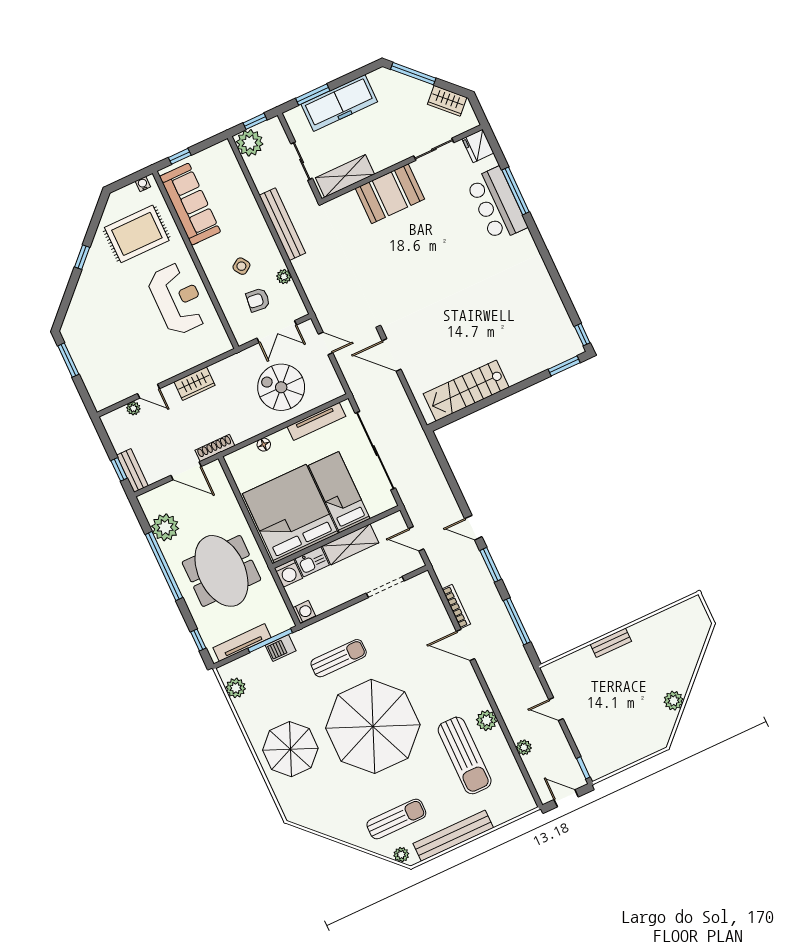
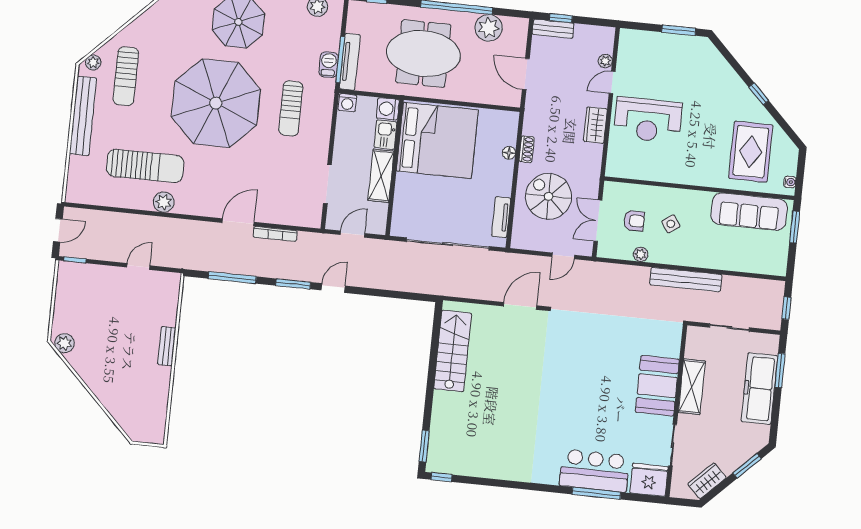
window: (413, 74) -> (747, 466), width x0.69
plant: (250, 143) -> (771, 293), removed
fridge: (478, 146) -> (649, 480), width x1.36, depth x1.34
window: (180, 156) -> (795, 227), width x1.50
shelving: (345, 176) -> (692, 387), moved
reception desk: (178, 299) -> (648, 120), moved
armchair: (258, 300) -> (634, 221), turned 84
spiral stairs: (281, 387) -> (549, 196), turned -90
tv unit: (316, 421) -> (501, 217), width x0.71
shoe rack: (215, 448) -> (527, 149), moved, width x0.70
door: (186, 471) -> (526, 74), hinge flipped
bed: (339, 492) -> (431, 193), removed
tv unit: (242, 643) -> (350, 62), moved
plant: (674, 701) -> (64, 343), moved
plant: (524, 747) -> (122, 220), removed
sun lounger: (465, 756) -> (145, 166), turned 180

